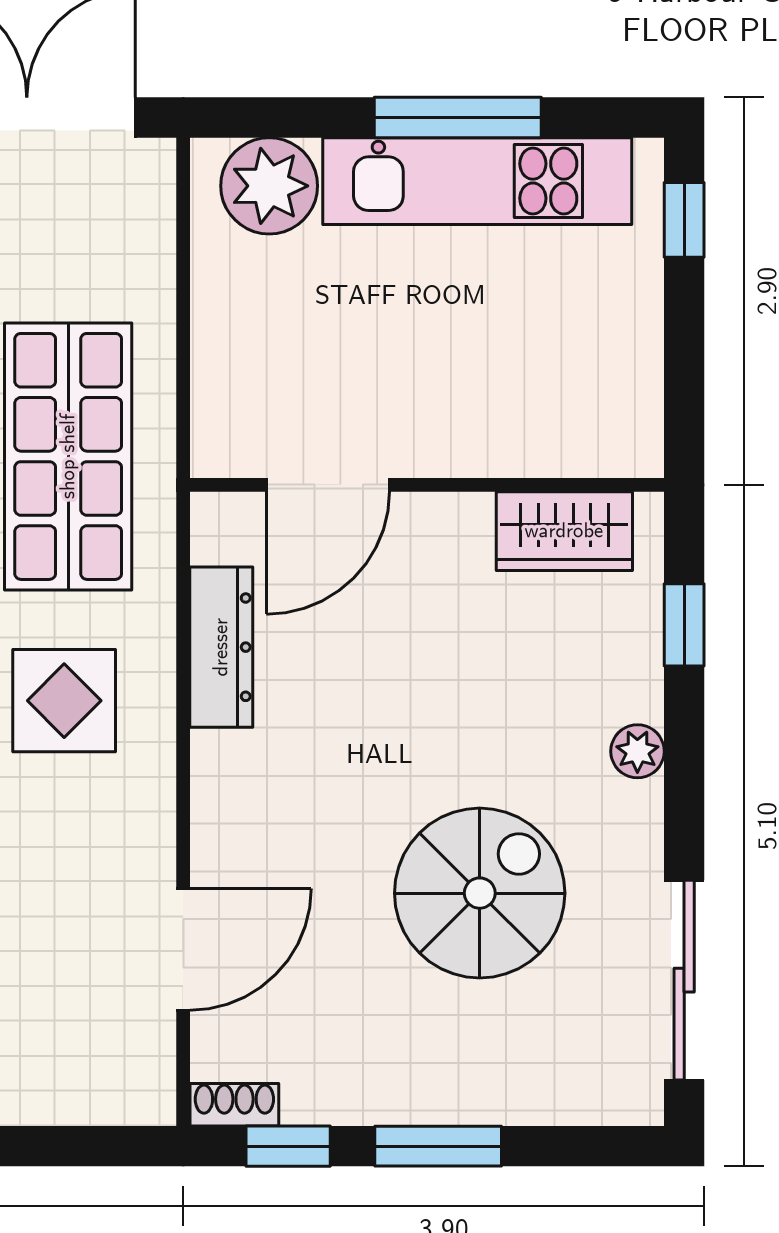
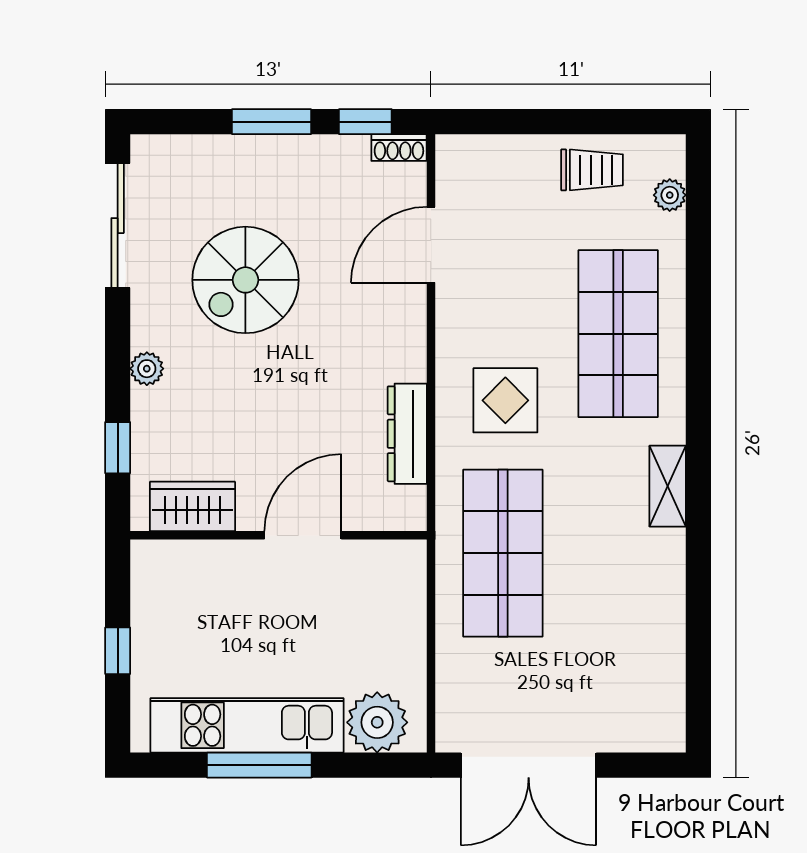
window: (684, 220) -> (118, 651), moved
door: (328, 485) -> (303, 535), moved

